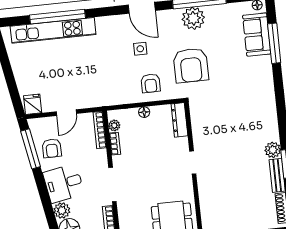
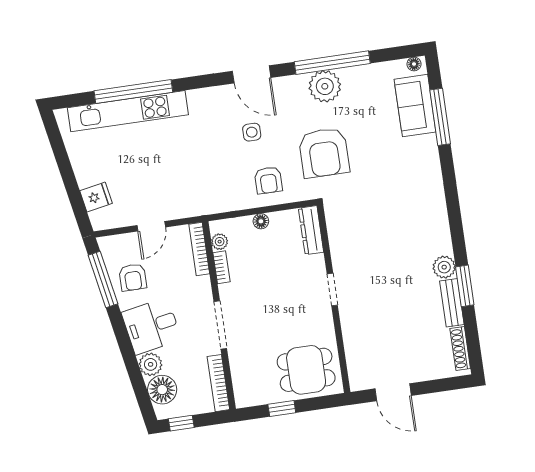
fridge: (33, 104) -> (96, 197), moved, turned 80

